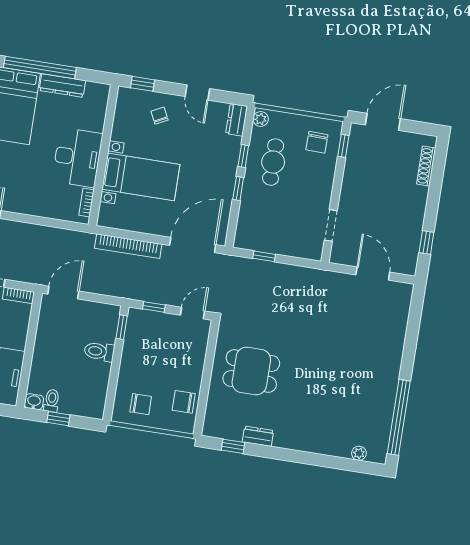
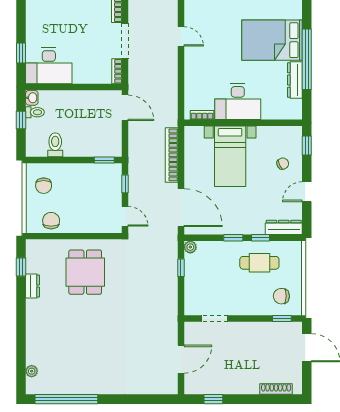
plant: (261, 119) -> (190, 247), moved
dresser: (237, 120) -> (284, 227), width x1.44
toilet: (99, 352) -> (55, 145), moved

